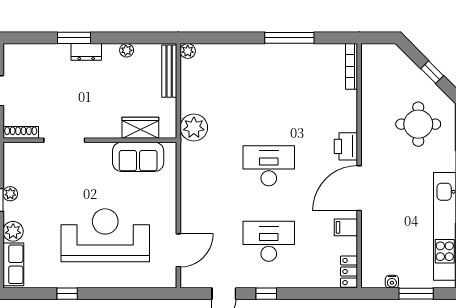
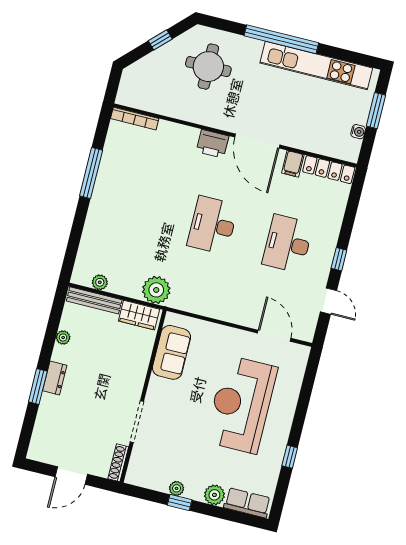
plant: (188, 51) -> (100, 282), moved
wardrobe: (140, 128) -> (139, 315), moved, turned -90
locker: (349, 272) -> (329, 170), width x1.53

